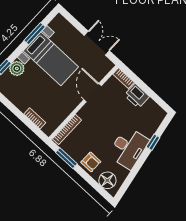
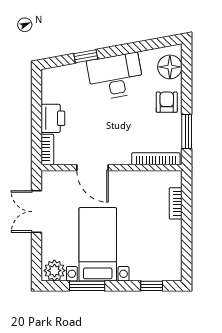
plant: (17, 68) -> (54, 271), moved
door: (93, 93) -> (93, 168), hinge flipped

